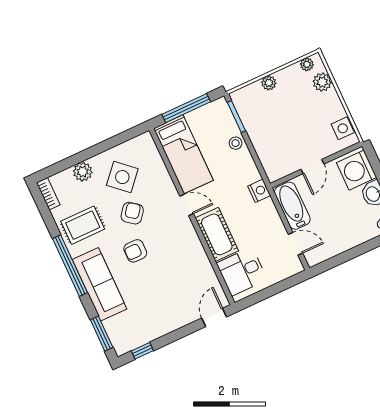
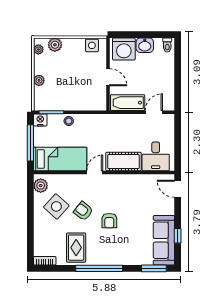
plant: (83, 172) -> (41, 186), moved
nightstand: (259, 191) -> (40, 120), moved
sofa: (100, 284) -> (164, 240), moved, turned -90
window: (142, 351) -> (178, 236), moved

